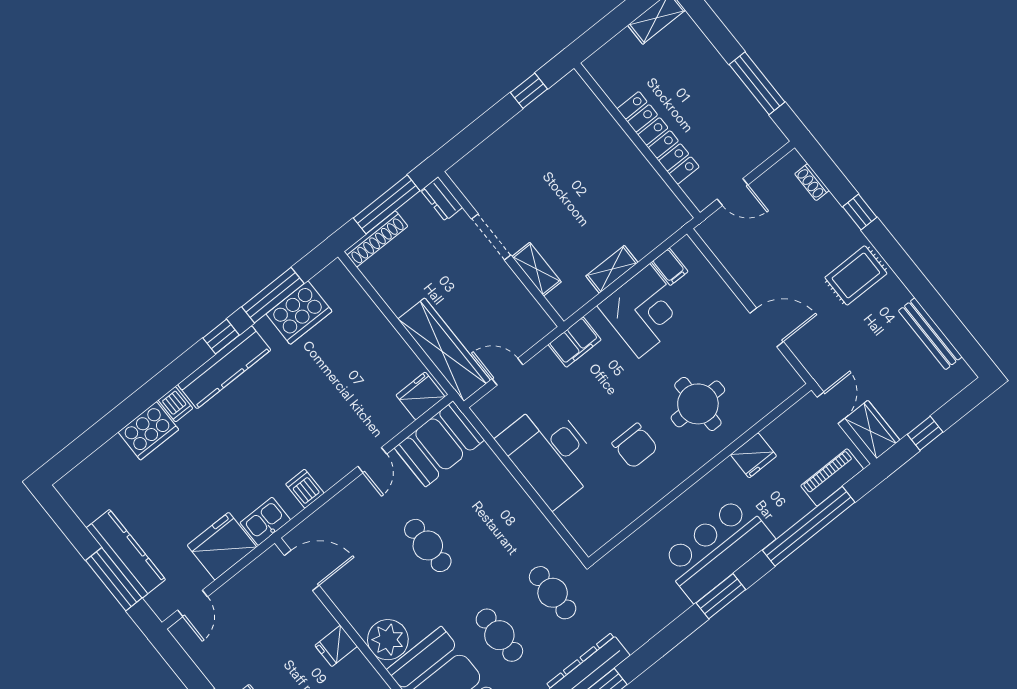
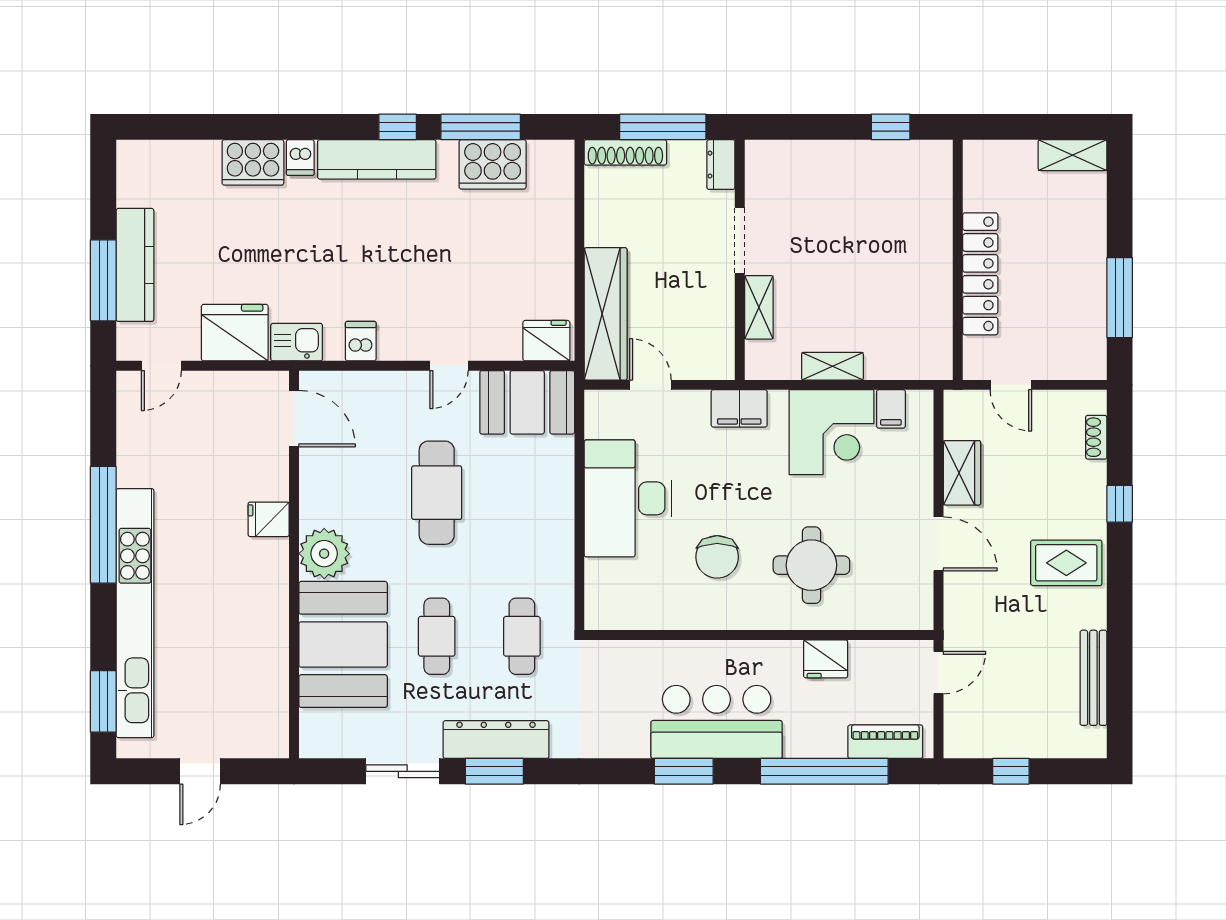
wardrobe: (872, 429) -> (962, 473), moved
cafe table: (428, 545) -> (437, 493), width x1.37, depth x1.35

